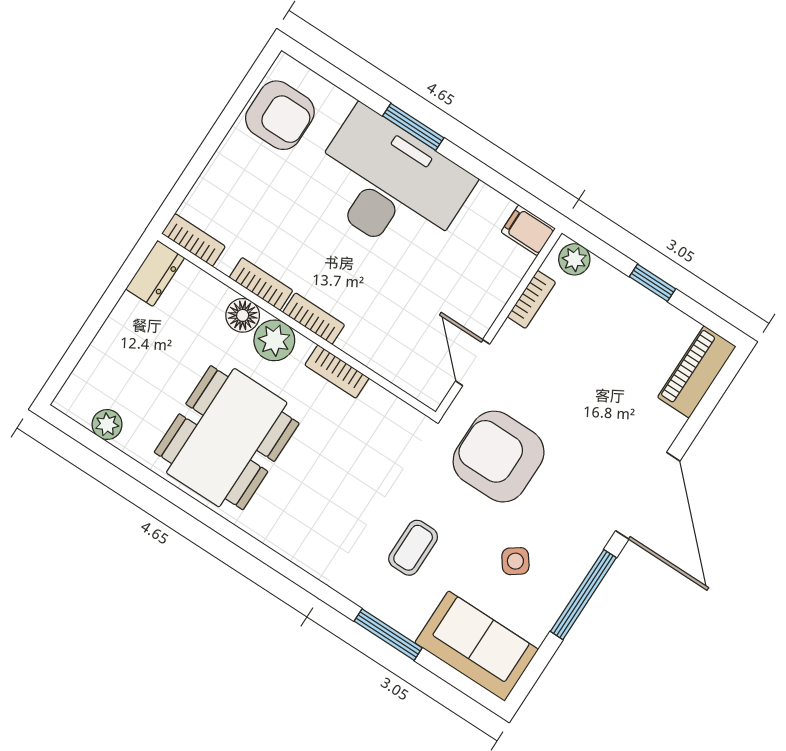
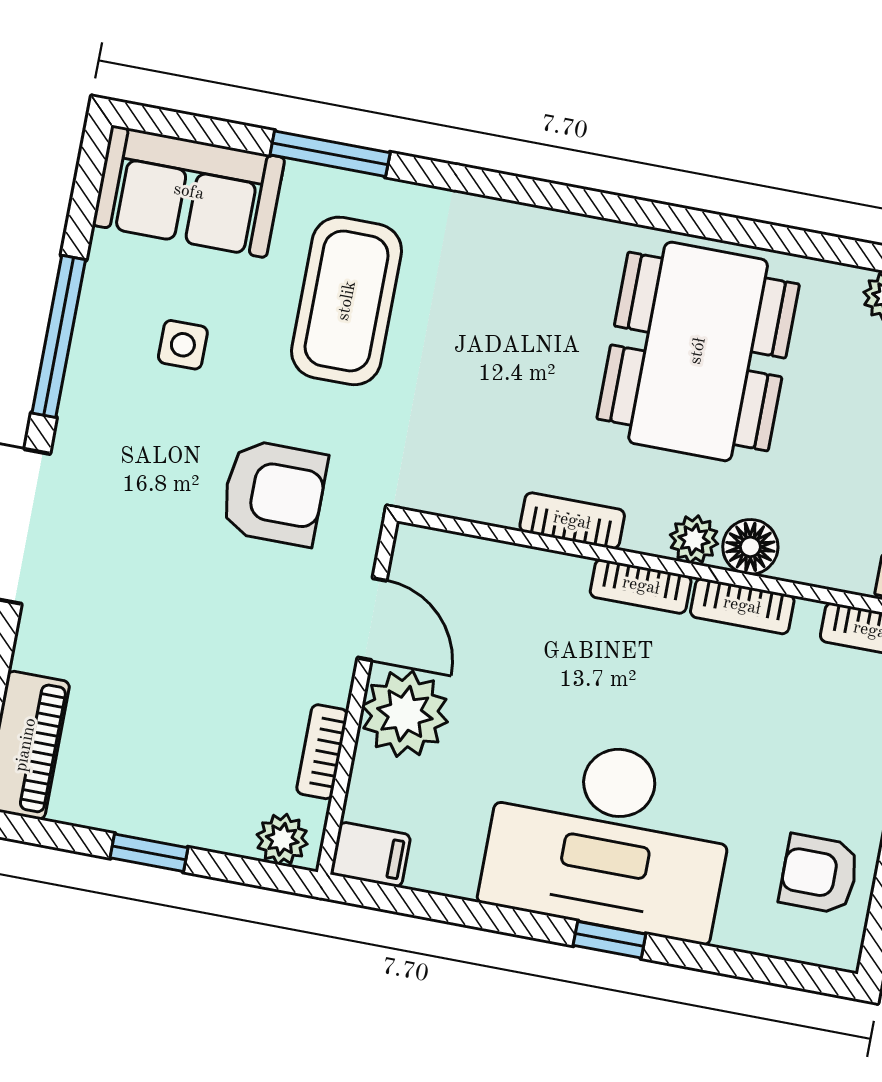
armchair: (280, 115) -> (819, 874), width x0.72, depth x0.72
window: (413, 127) -> (609, 940), width x0.67
plant: (476, 302) -> (405, 714), added
plant: (274, 340) -> (694, 539), width x0.73, depth x0.73
armchair: (499, 457) -> (274, 493), width x0.73, depth x0.73
coffee table: (413, 548) -> (347, 301), width x1.86, depth x1.72
side table: (515, 561) -> (183, 345), turned 36

